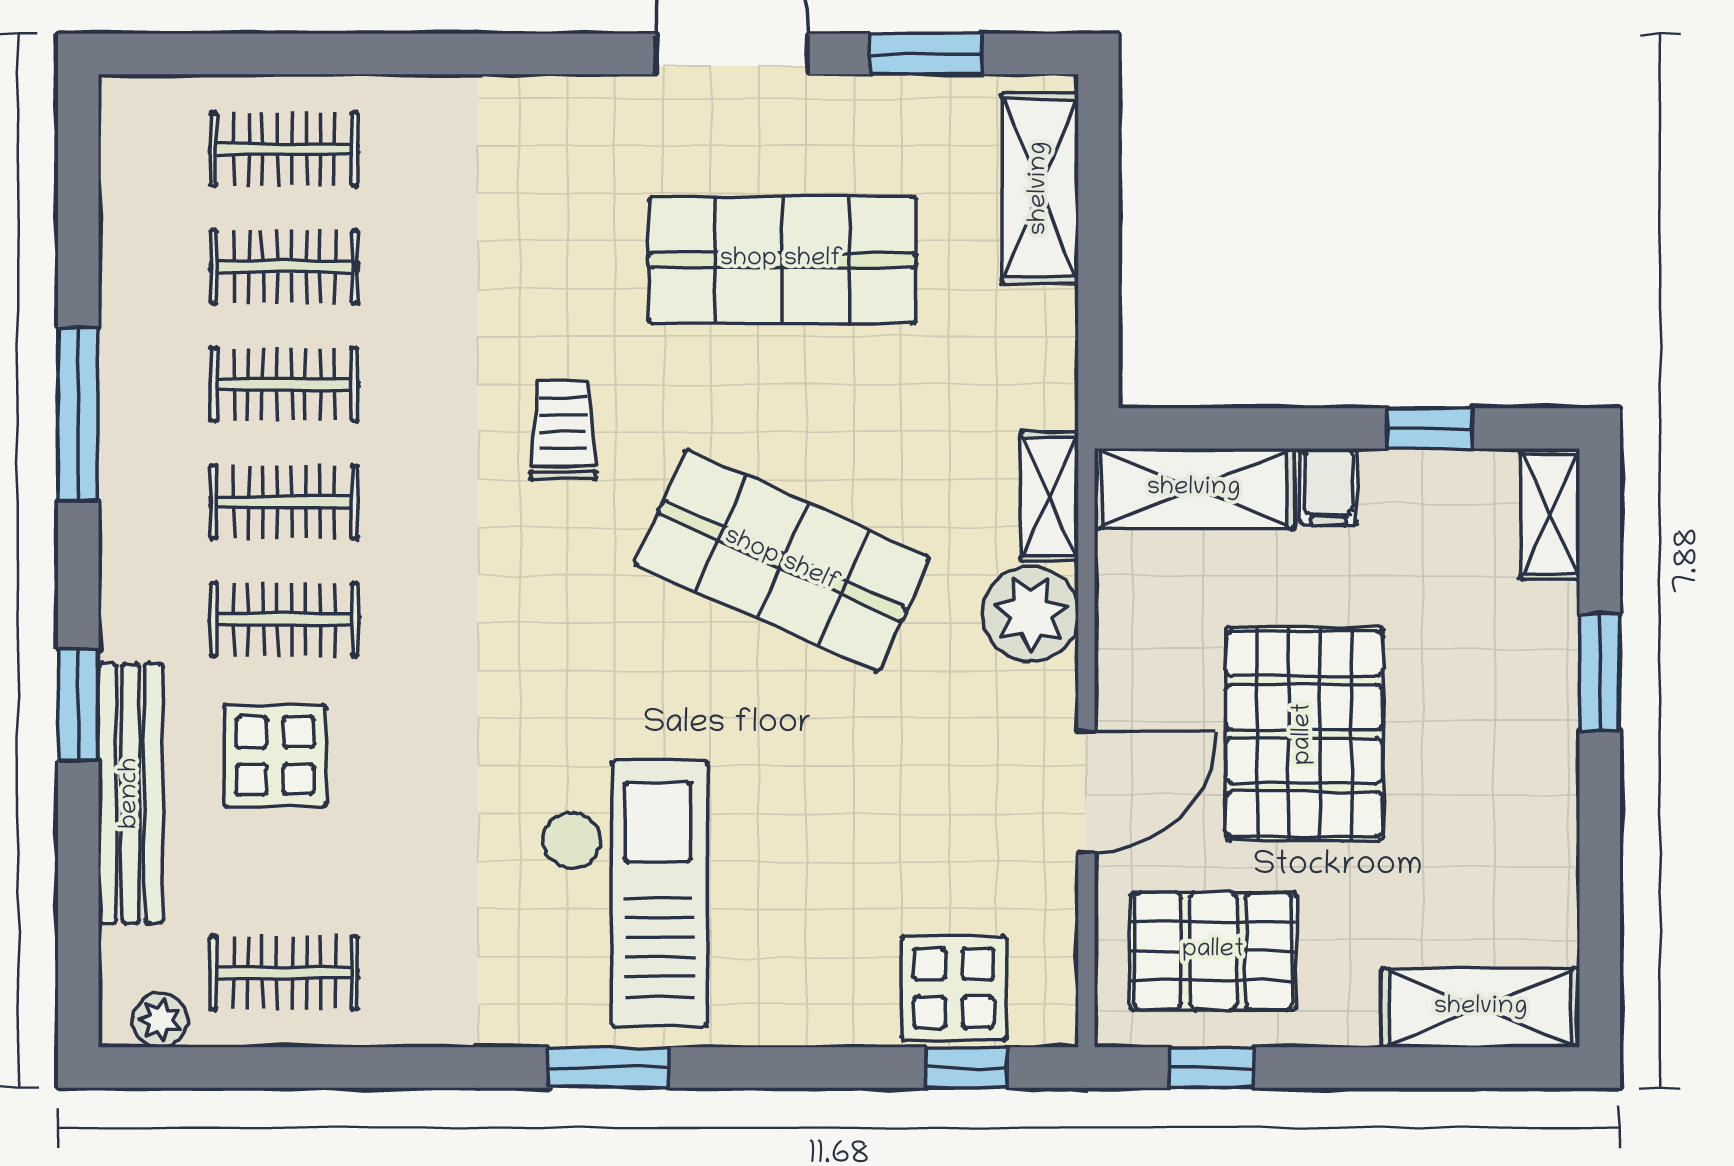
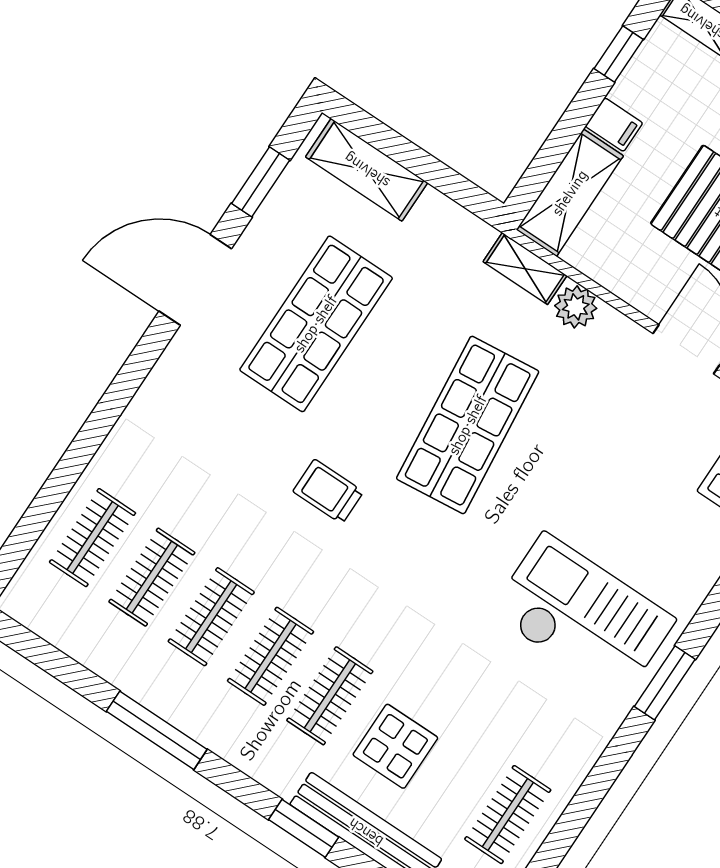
shop shelf: (782, 561) -> (468, 425), turned -30
plant: (1031, 614) -> (576, 307), width x0.73, depth x0.73

